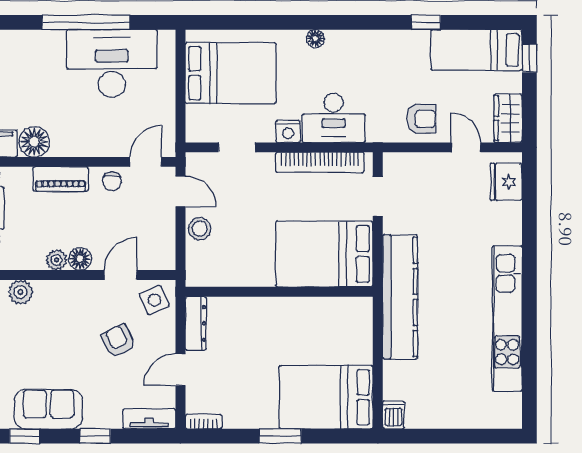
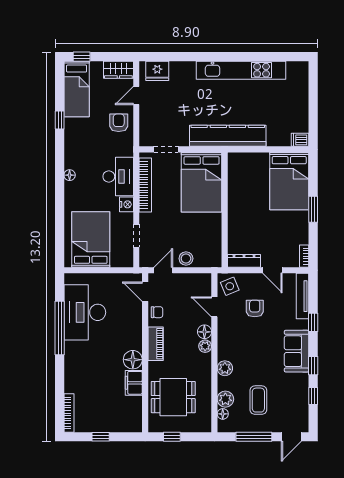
floor lamp: (315, 39) -> (70, 175), moved
armchair: (118, 341) -> (255, 308), turned 116
tv unit: (149, 419) -> (302, 296), width x1.41

